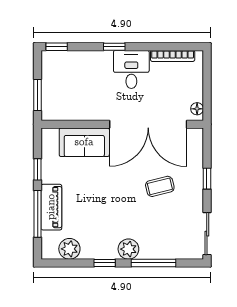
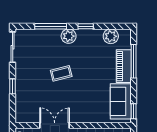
double door: (148, 124) -> (55, 125), width x0.54
sofa: (84, 142) -> (121, 101), moved, turned -90
window: (38, 169) -> (134, 111), moved
coffee table: (160, 186) -> (61, 73), moved

